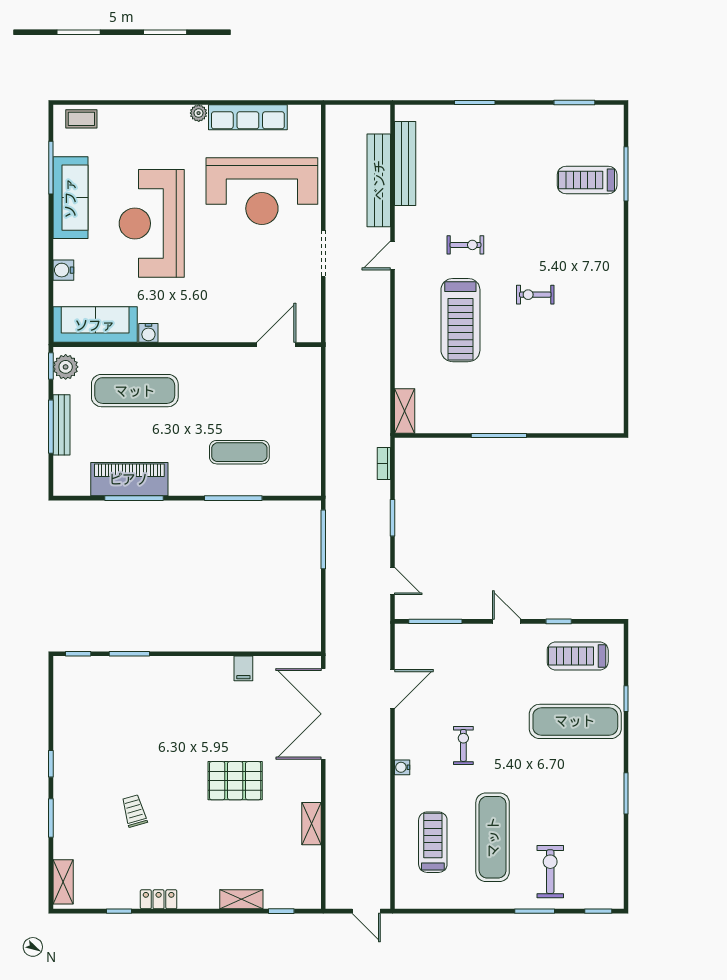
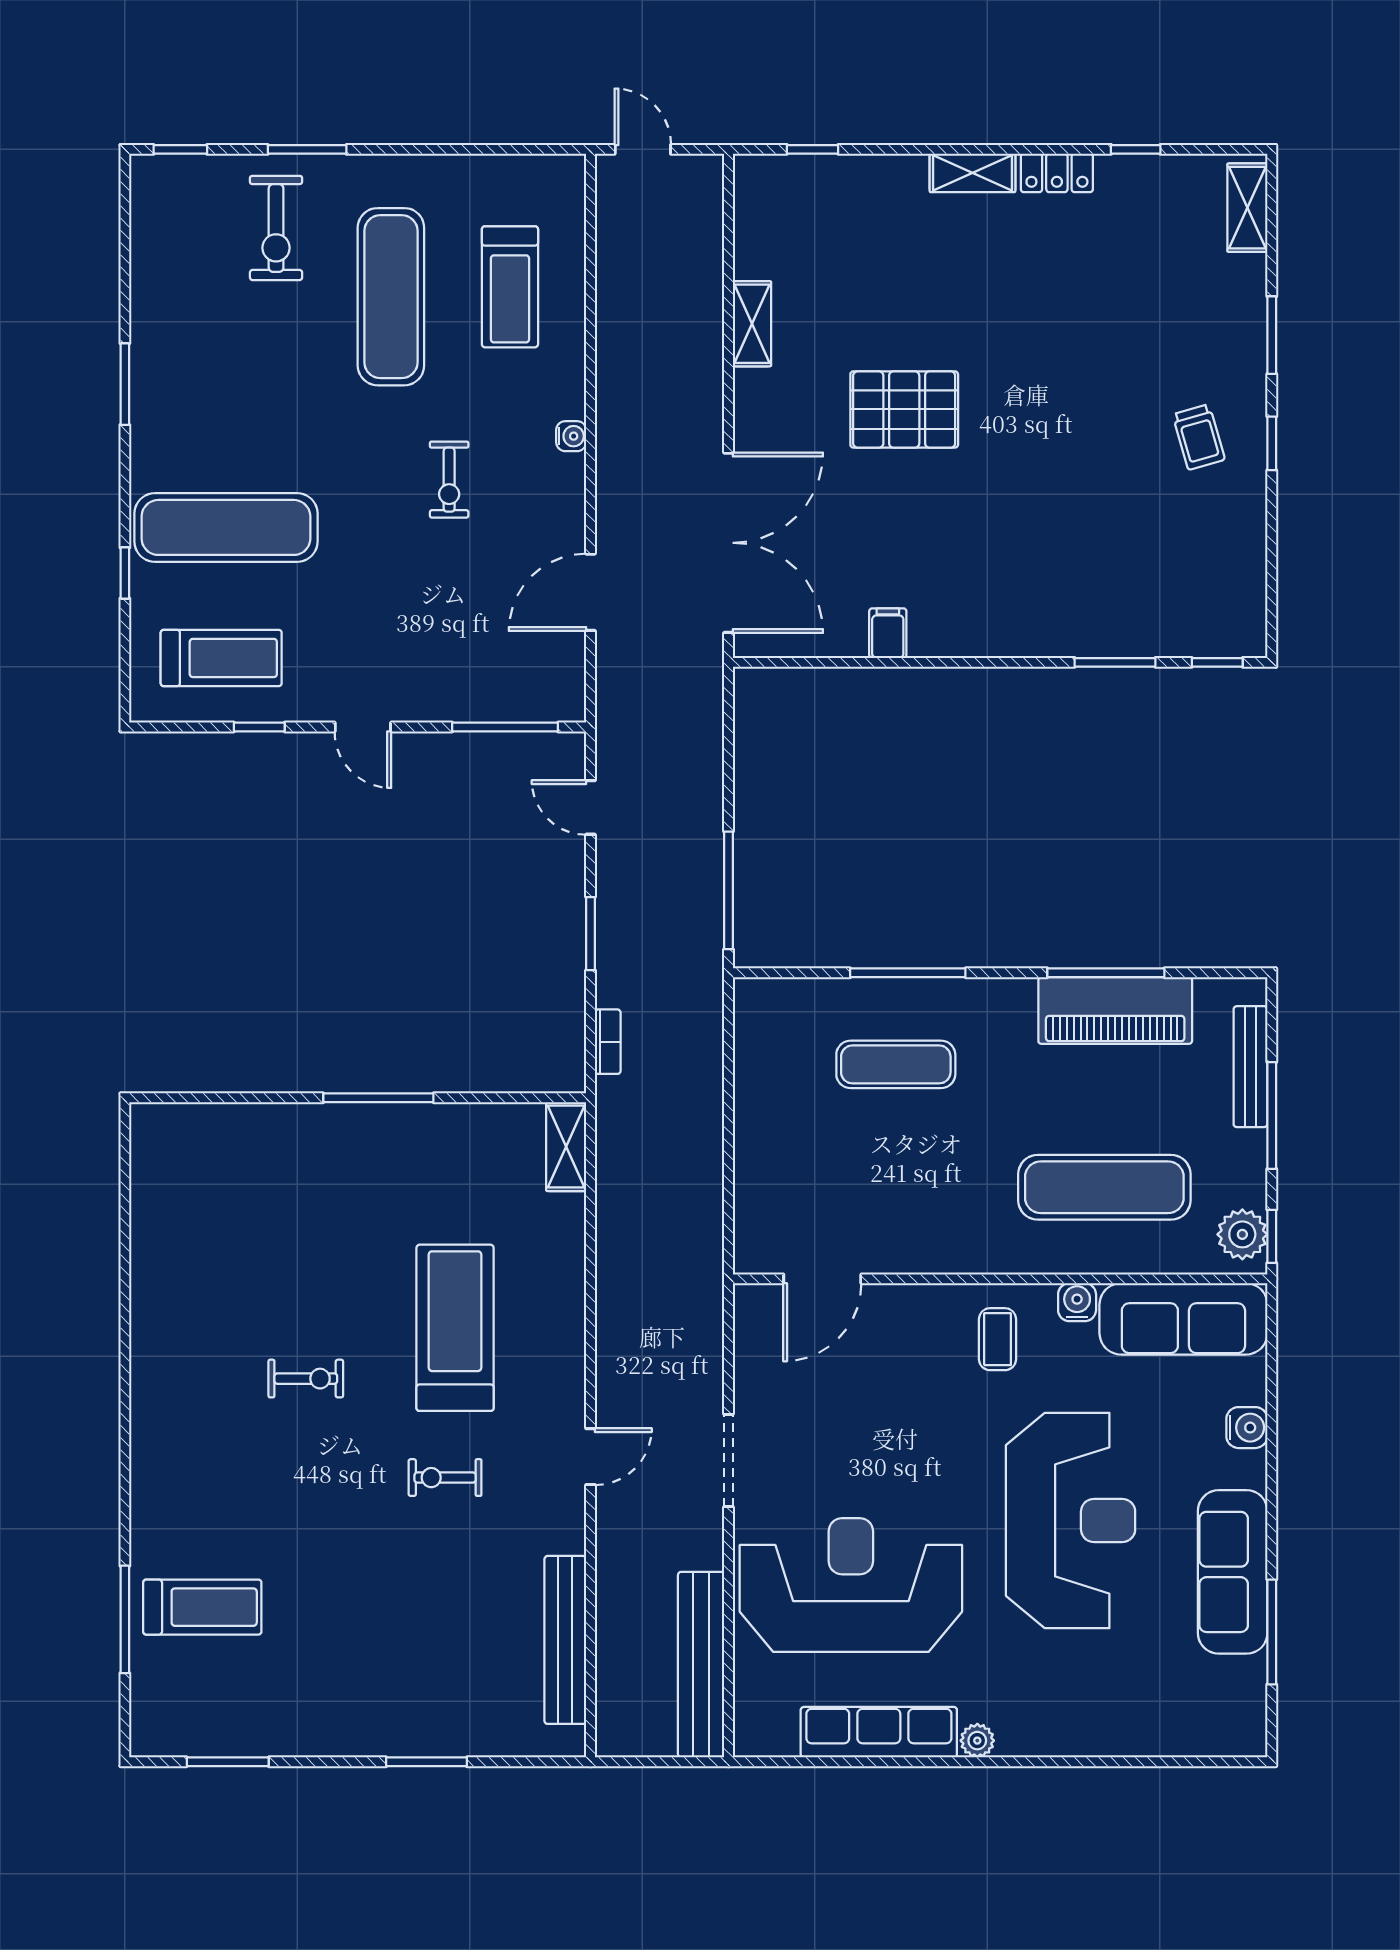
coffee table: (81, 119) -> (998, 1339), moved, turned 90
bench: (379, 180) -> (701, 1665), moved
bench: (61, 425) -> (1250, 1067), moved
trolley: (134, 811) -> (1199, 437), moved
shelving: (241, 899) -> (973, 173), moved

